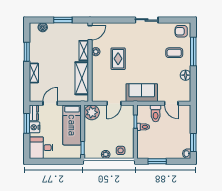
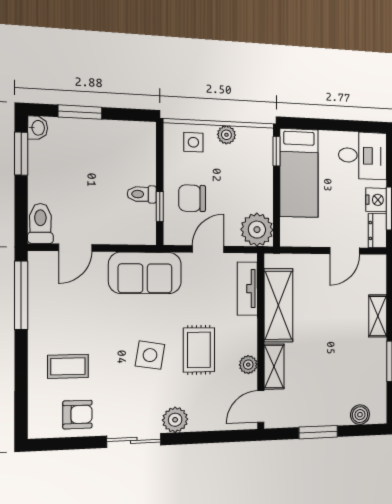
plant: (129, 28) -> (175, 420), added
armchair: (181, 31) -> (77, 414), moved
window: (193, 52) -> (21, 295), moved
side table: (140, 57) -> (150, 355), added
floor lamp: (186, 75) -> (41, 314), removed
tv unit: (96, 86) -> (247, 289), added
door: (171, 103) -> (75, 248), swing flipped
toilet: (156, 113) -> (40, 223), moved
bed: (72, 125) -> (299, 173), moved, turned 180
chair: (121, 126) -> (192, 198), added
window: (157, 161) -> (80, 112), moved

